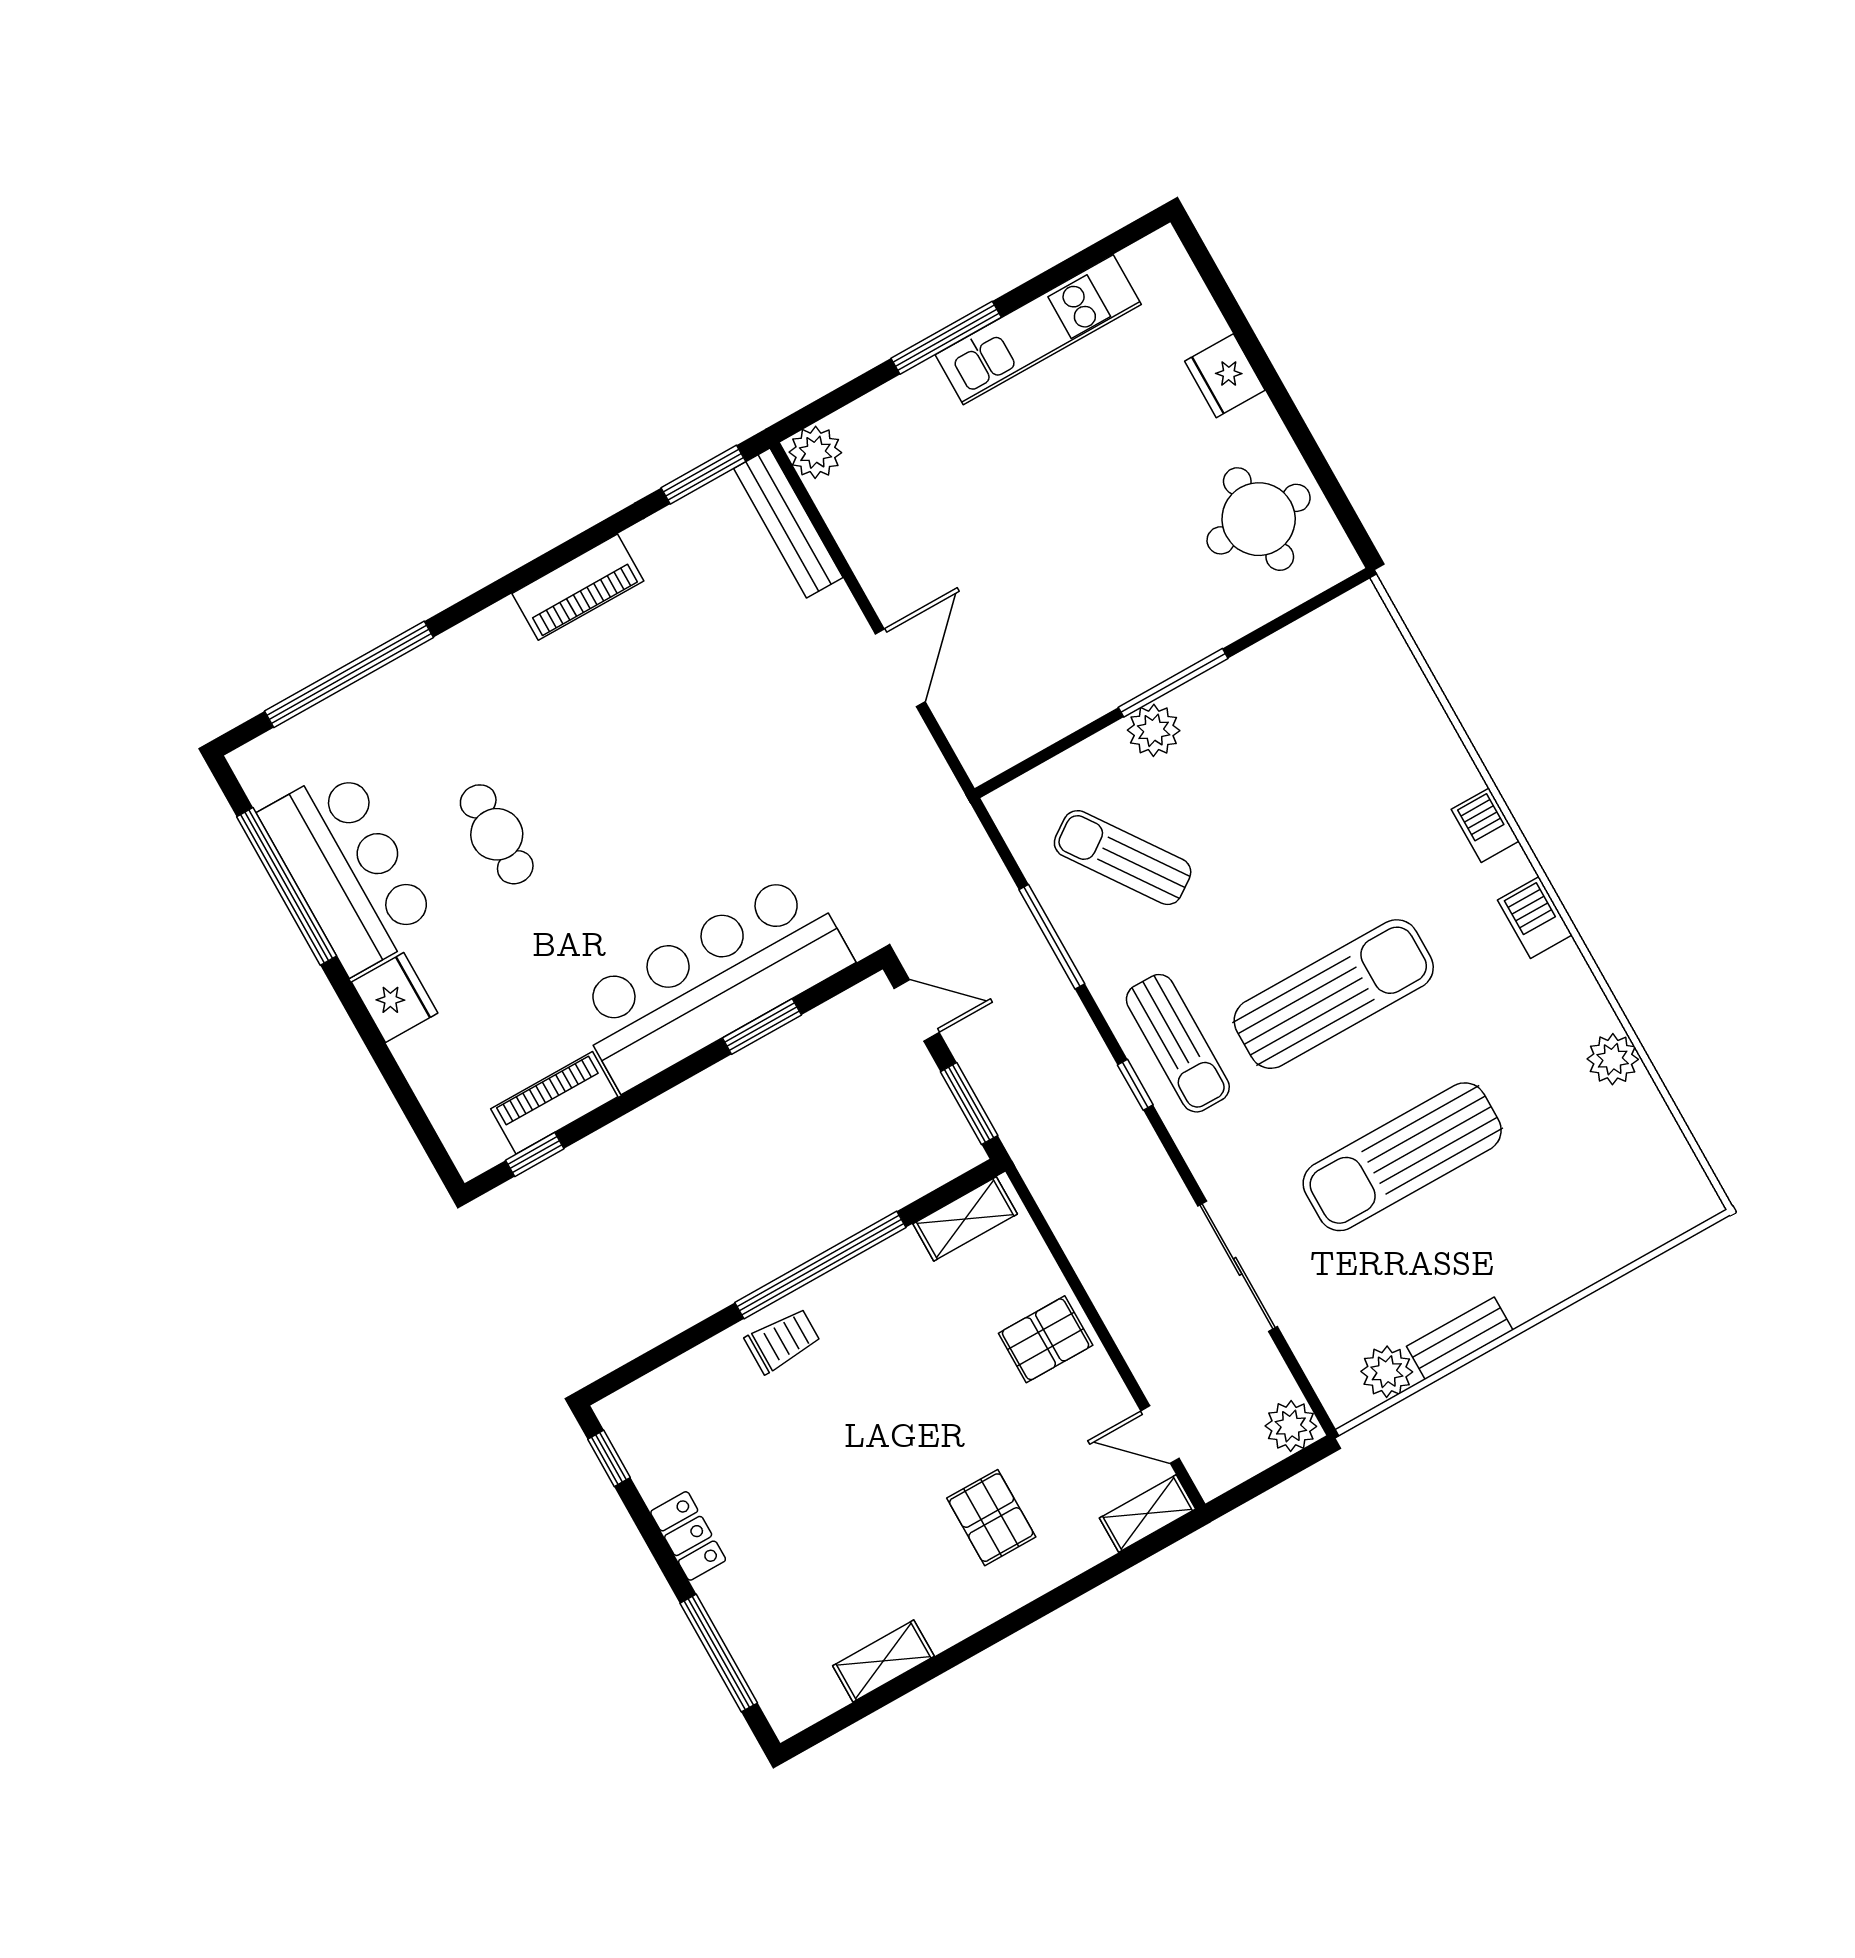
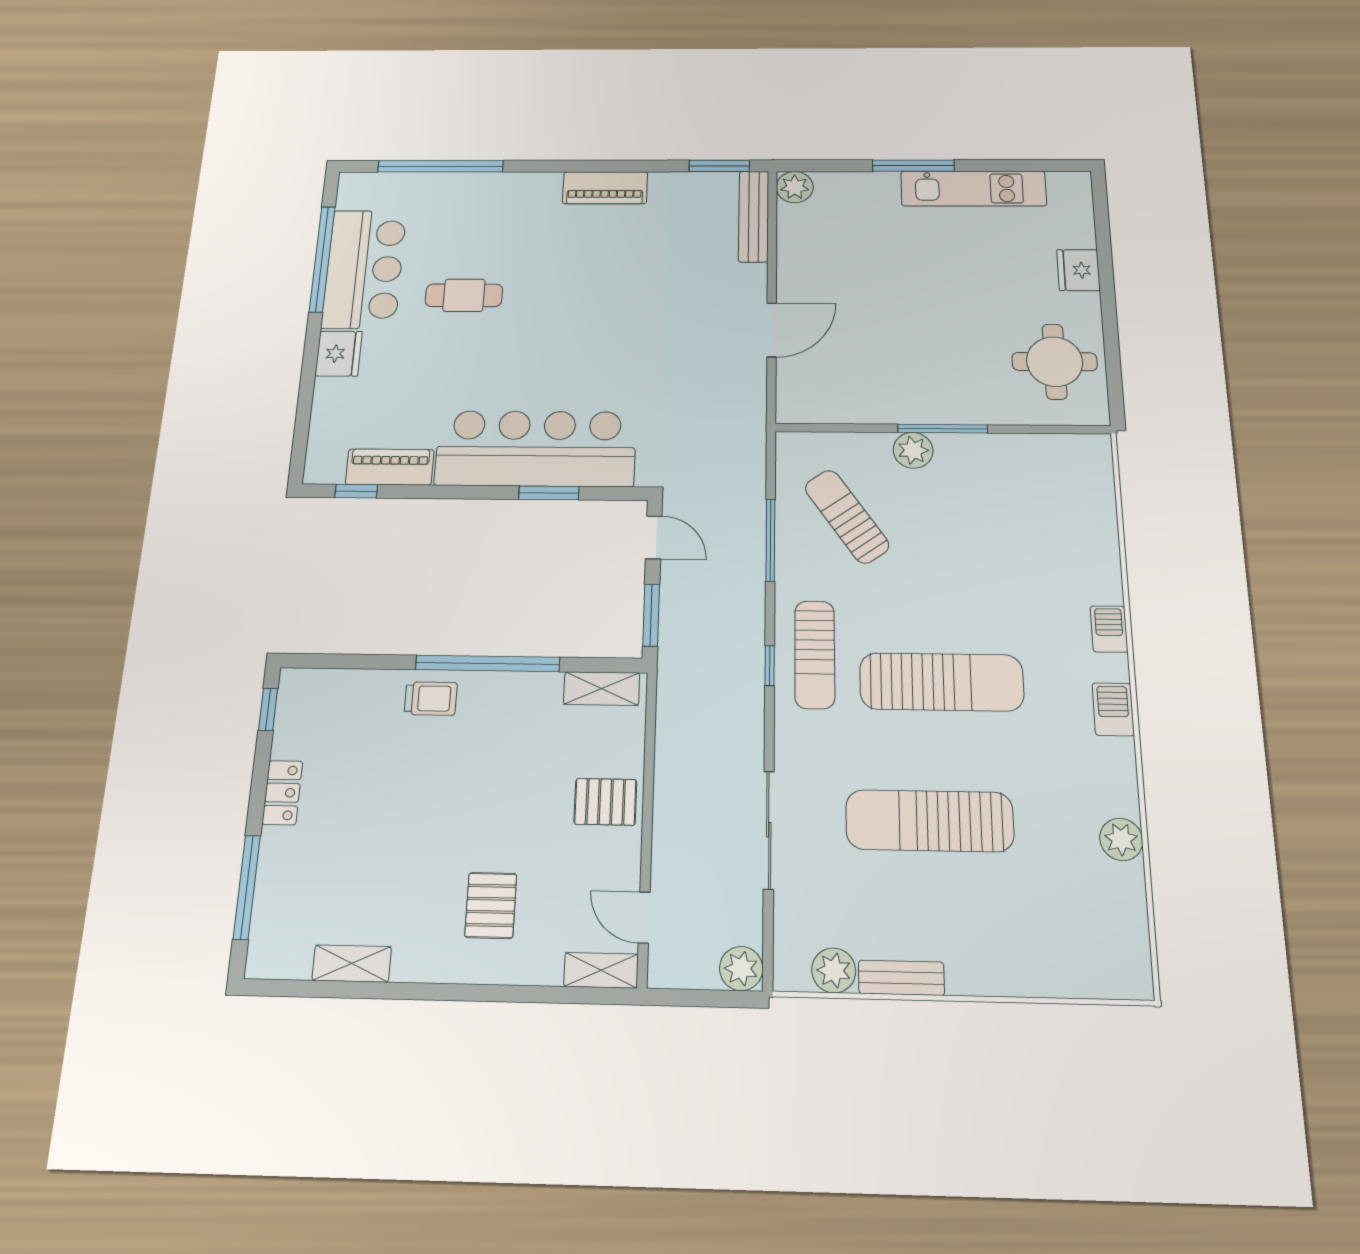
cafe table: (497, 834) -> (464, 295), turned 90

